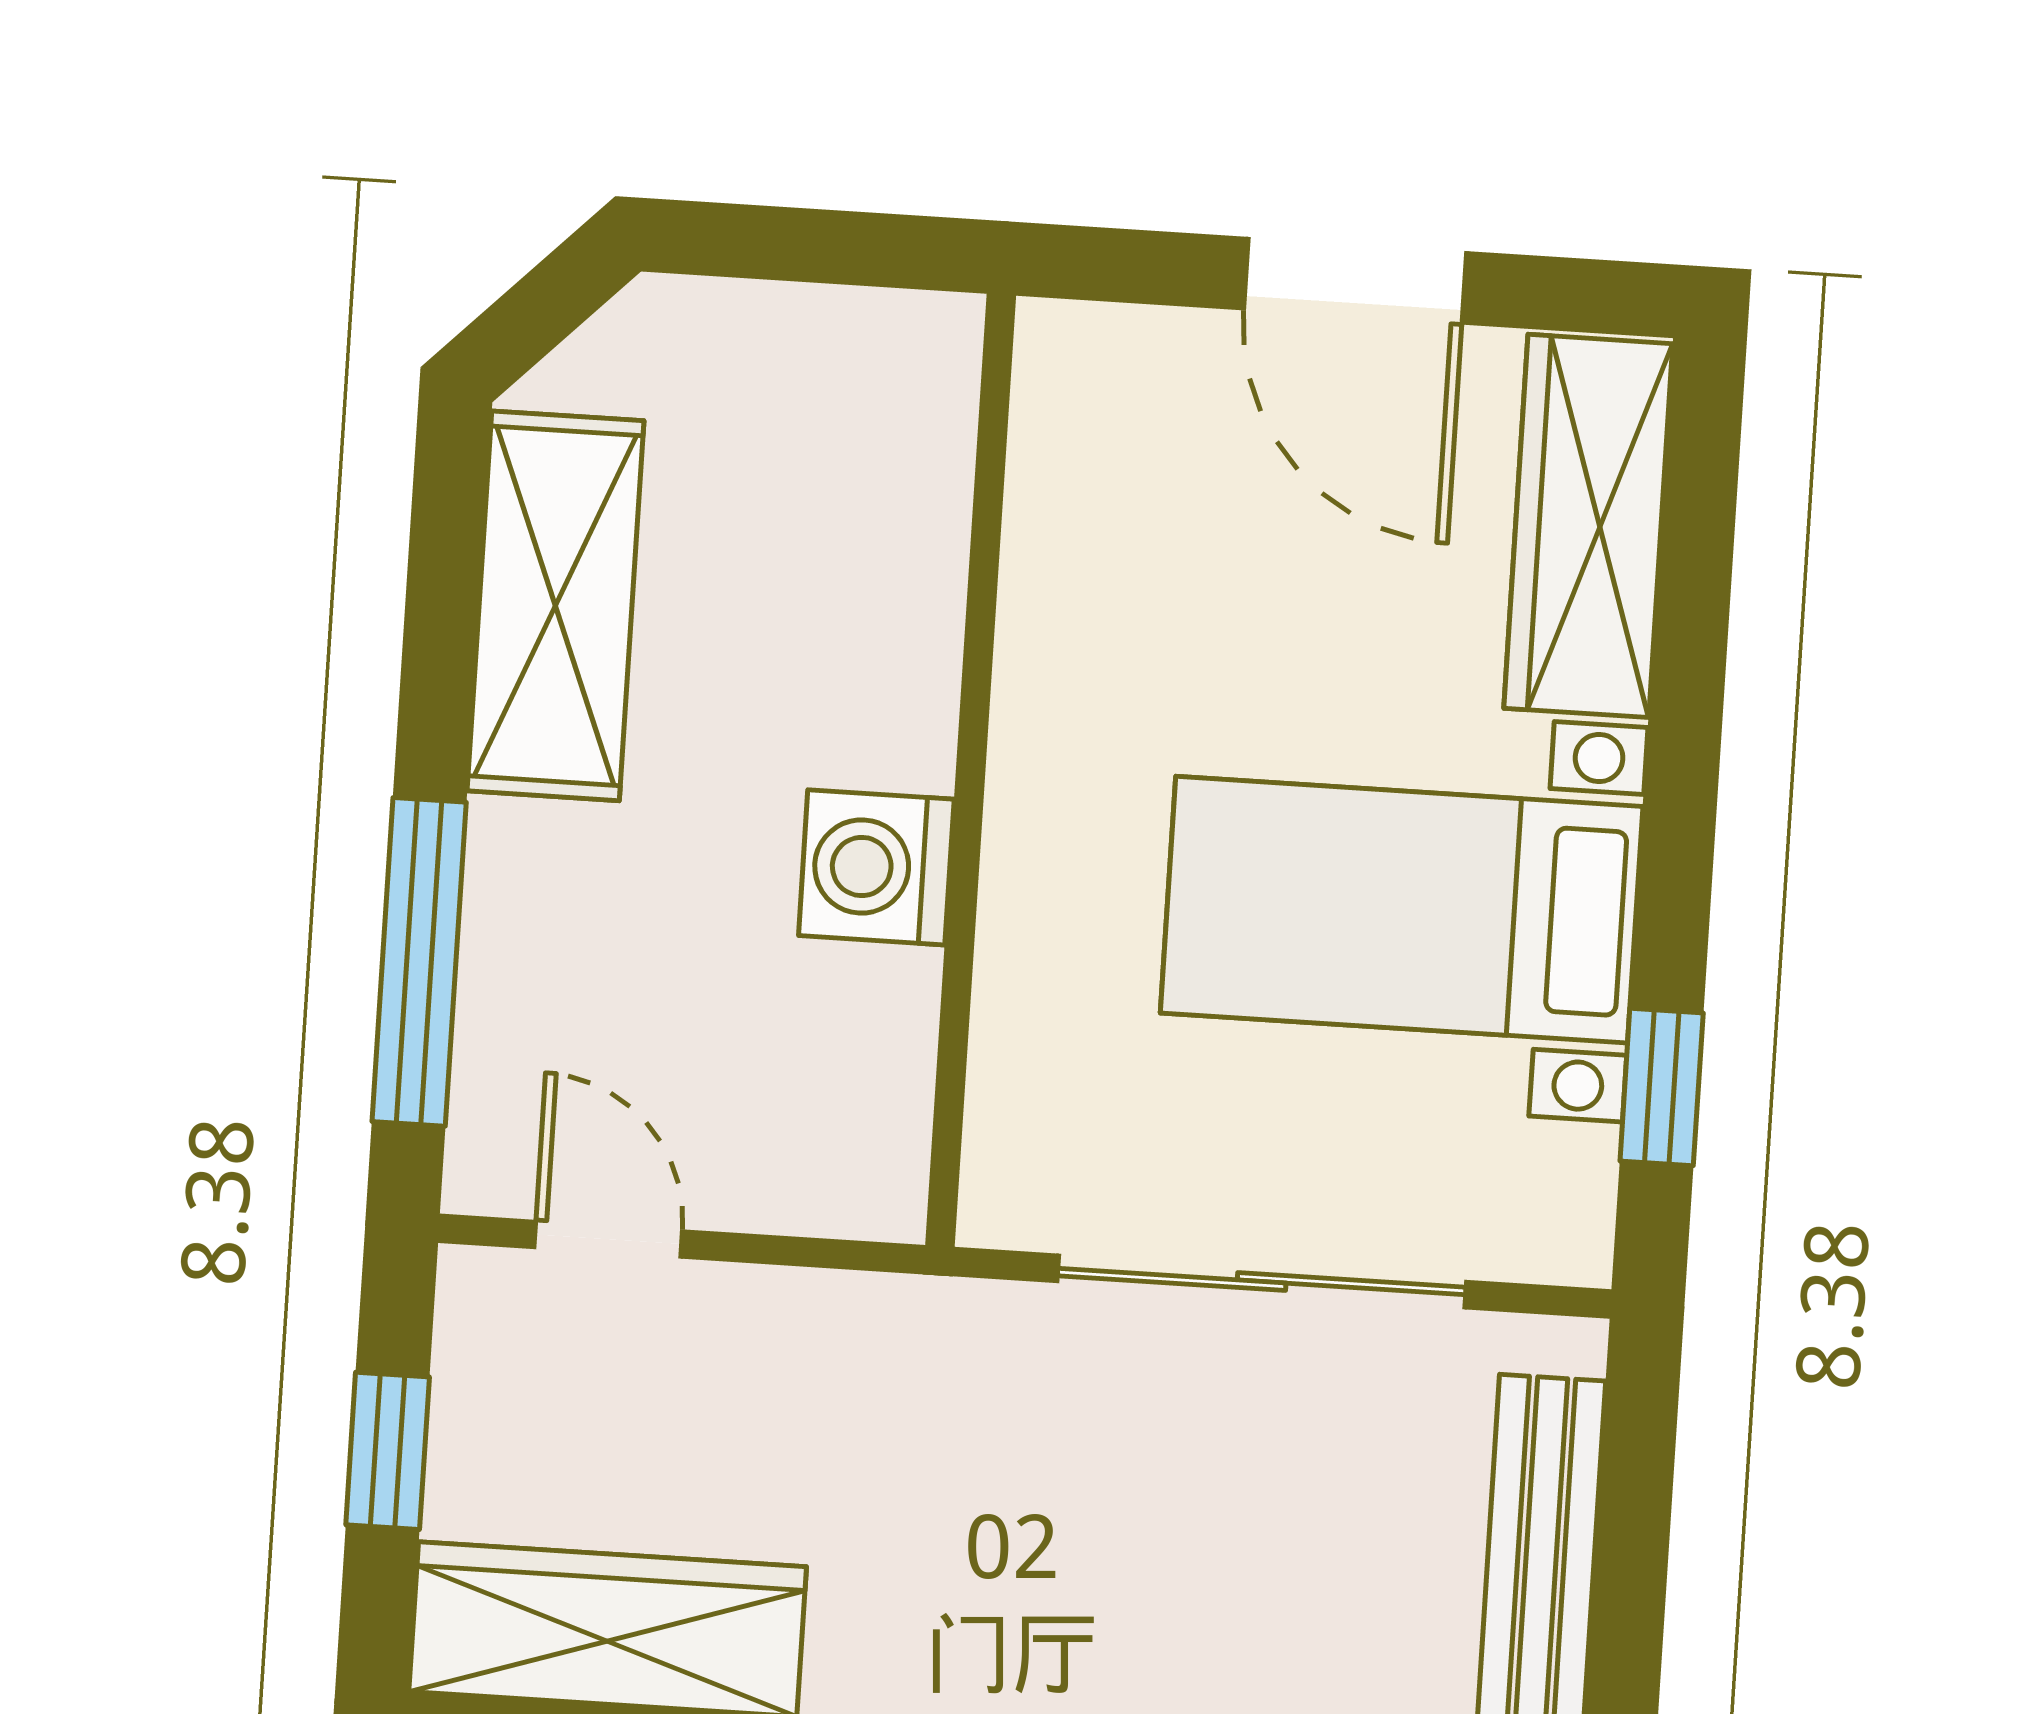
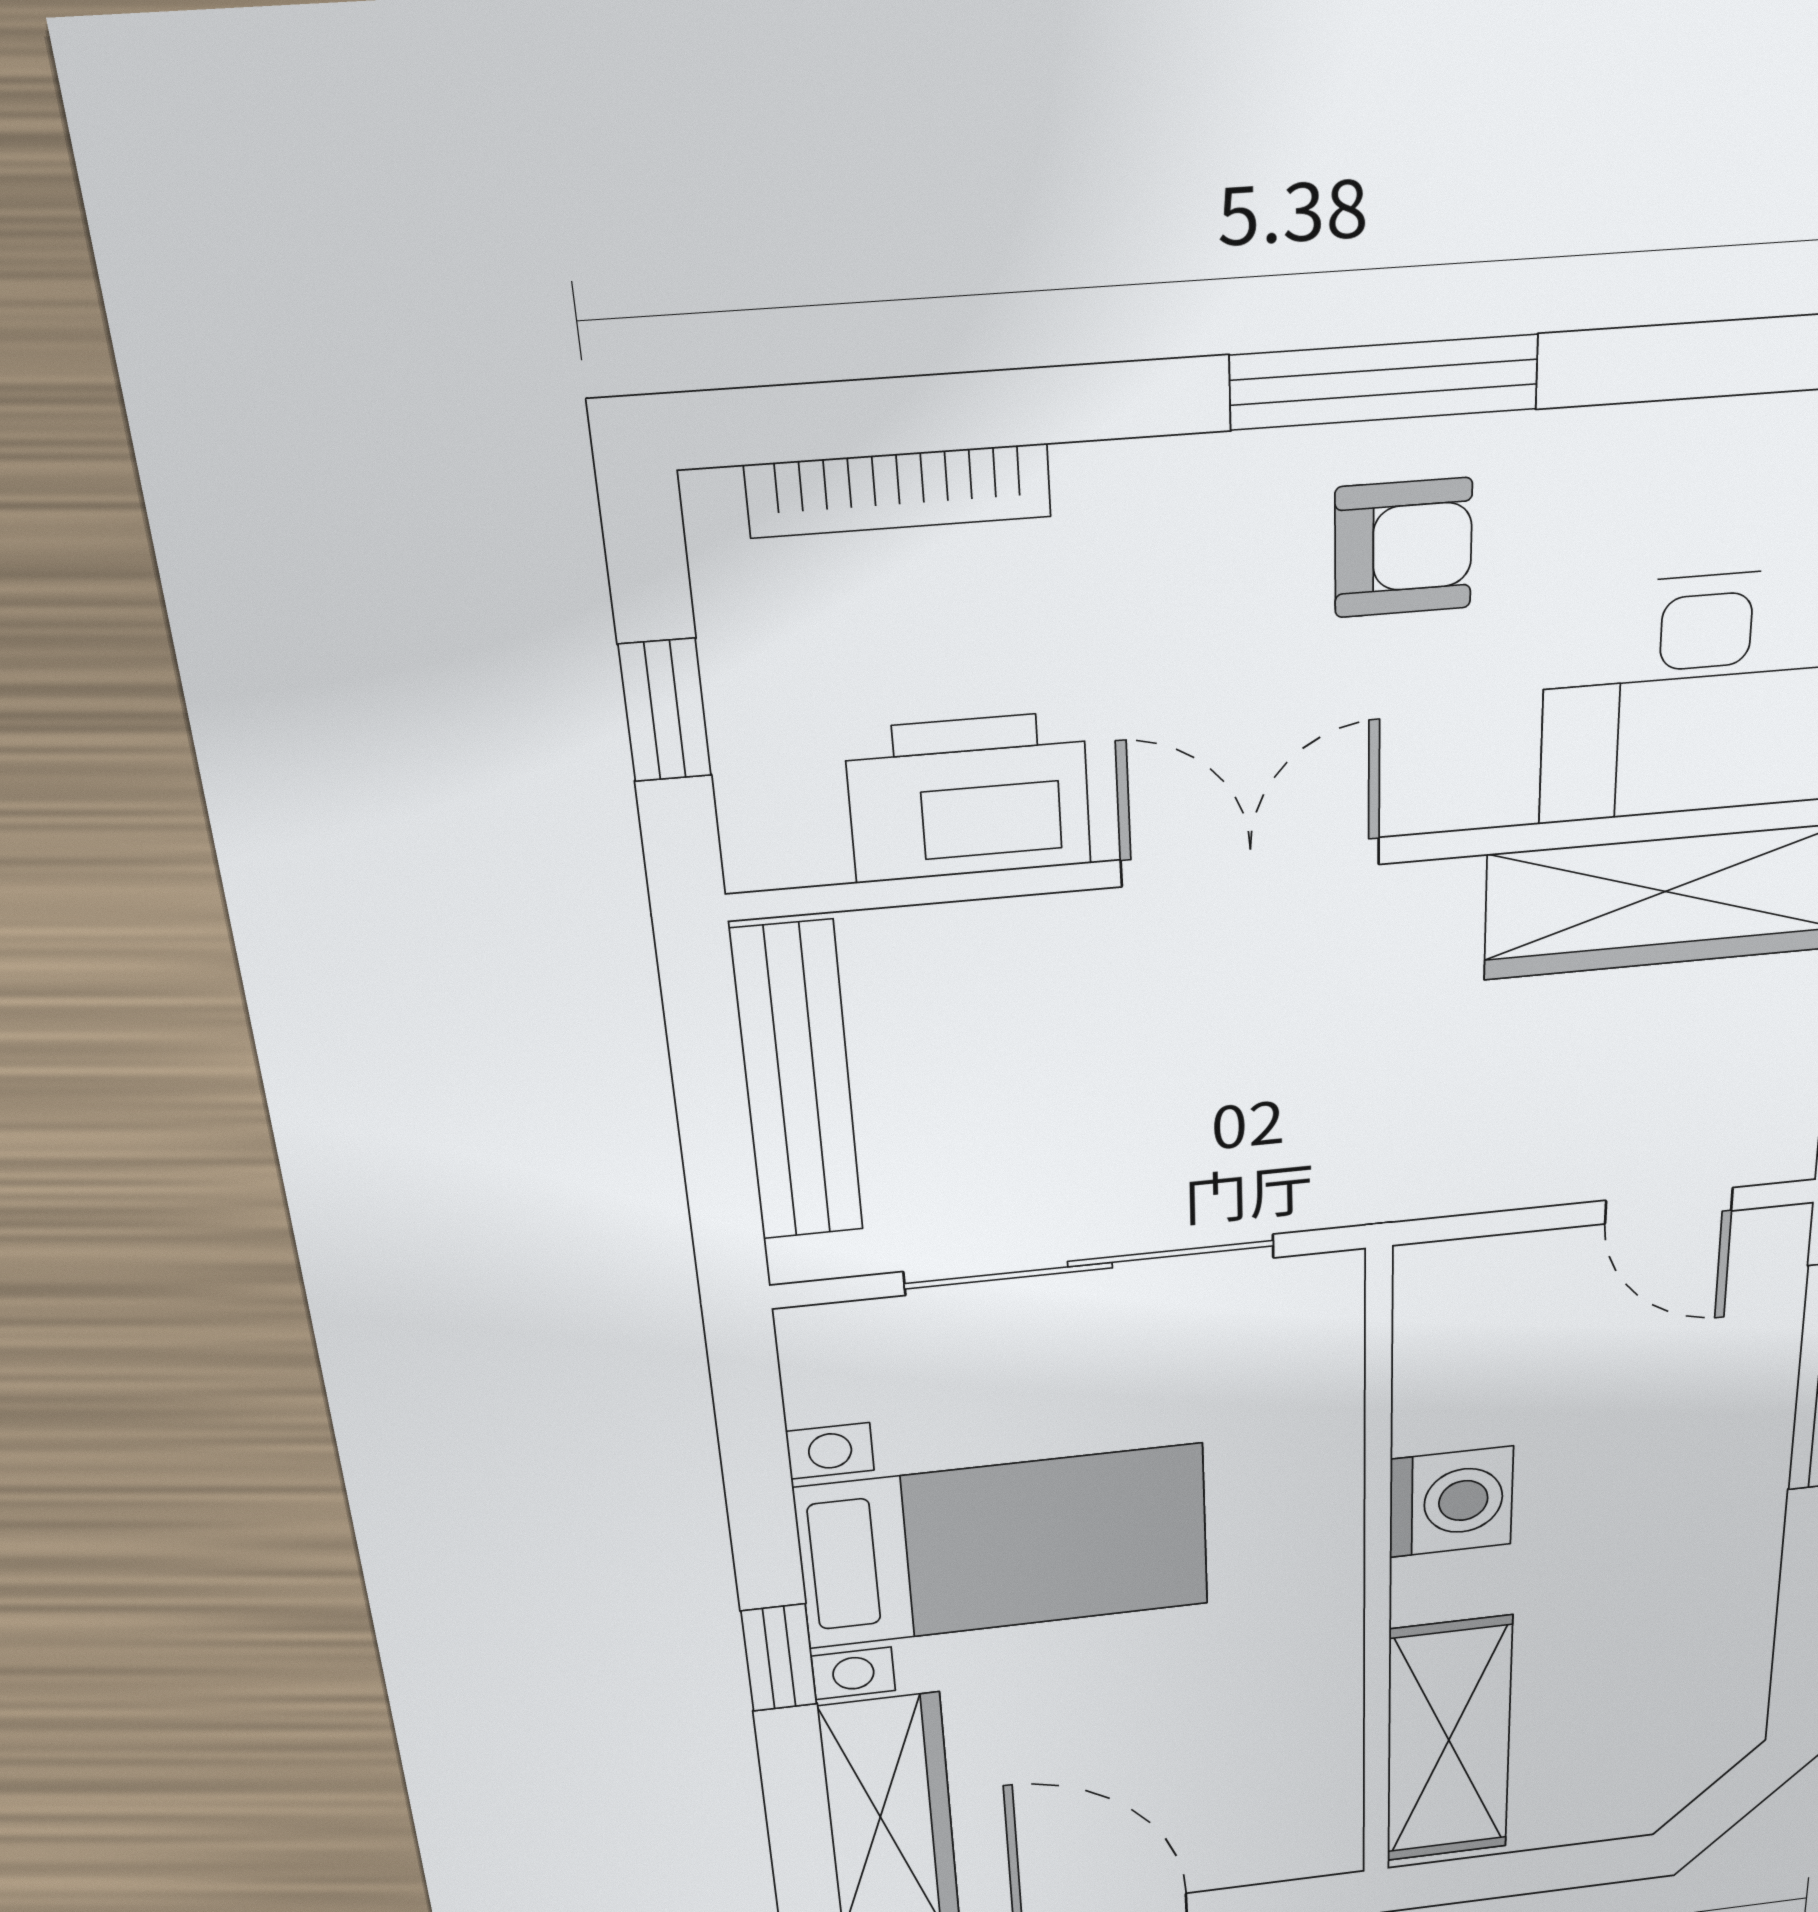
shelving: (555, 606) -> (1449, 1740), moved
window: (1662, 1087) -> (779, 1658), moved

